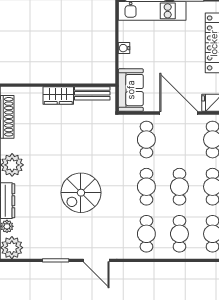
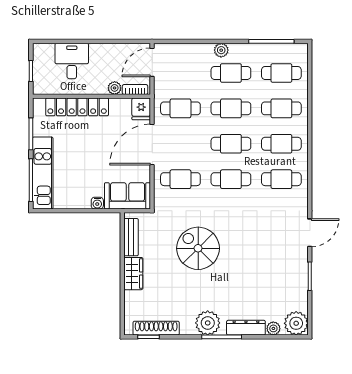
water cooler: (124, 48) -> (97, 203), moved
spiral stairs: (81, 193) -> (198, 248), moved, turned 180

